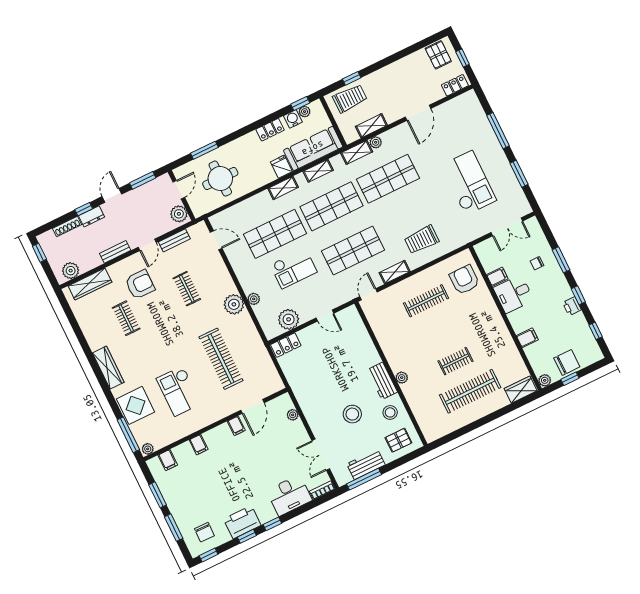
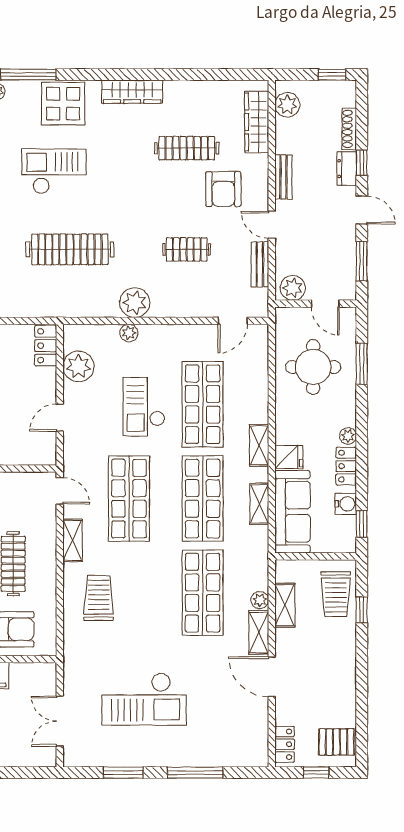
plant: (305, 112) -> (348, 436), moved
shelving: (357, 152) -> (259, 632), moved
clothes rail: (126, 318) -> (187, 148), width x1.36

